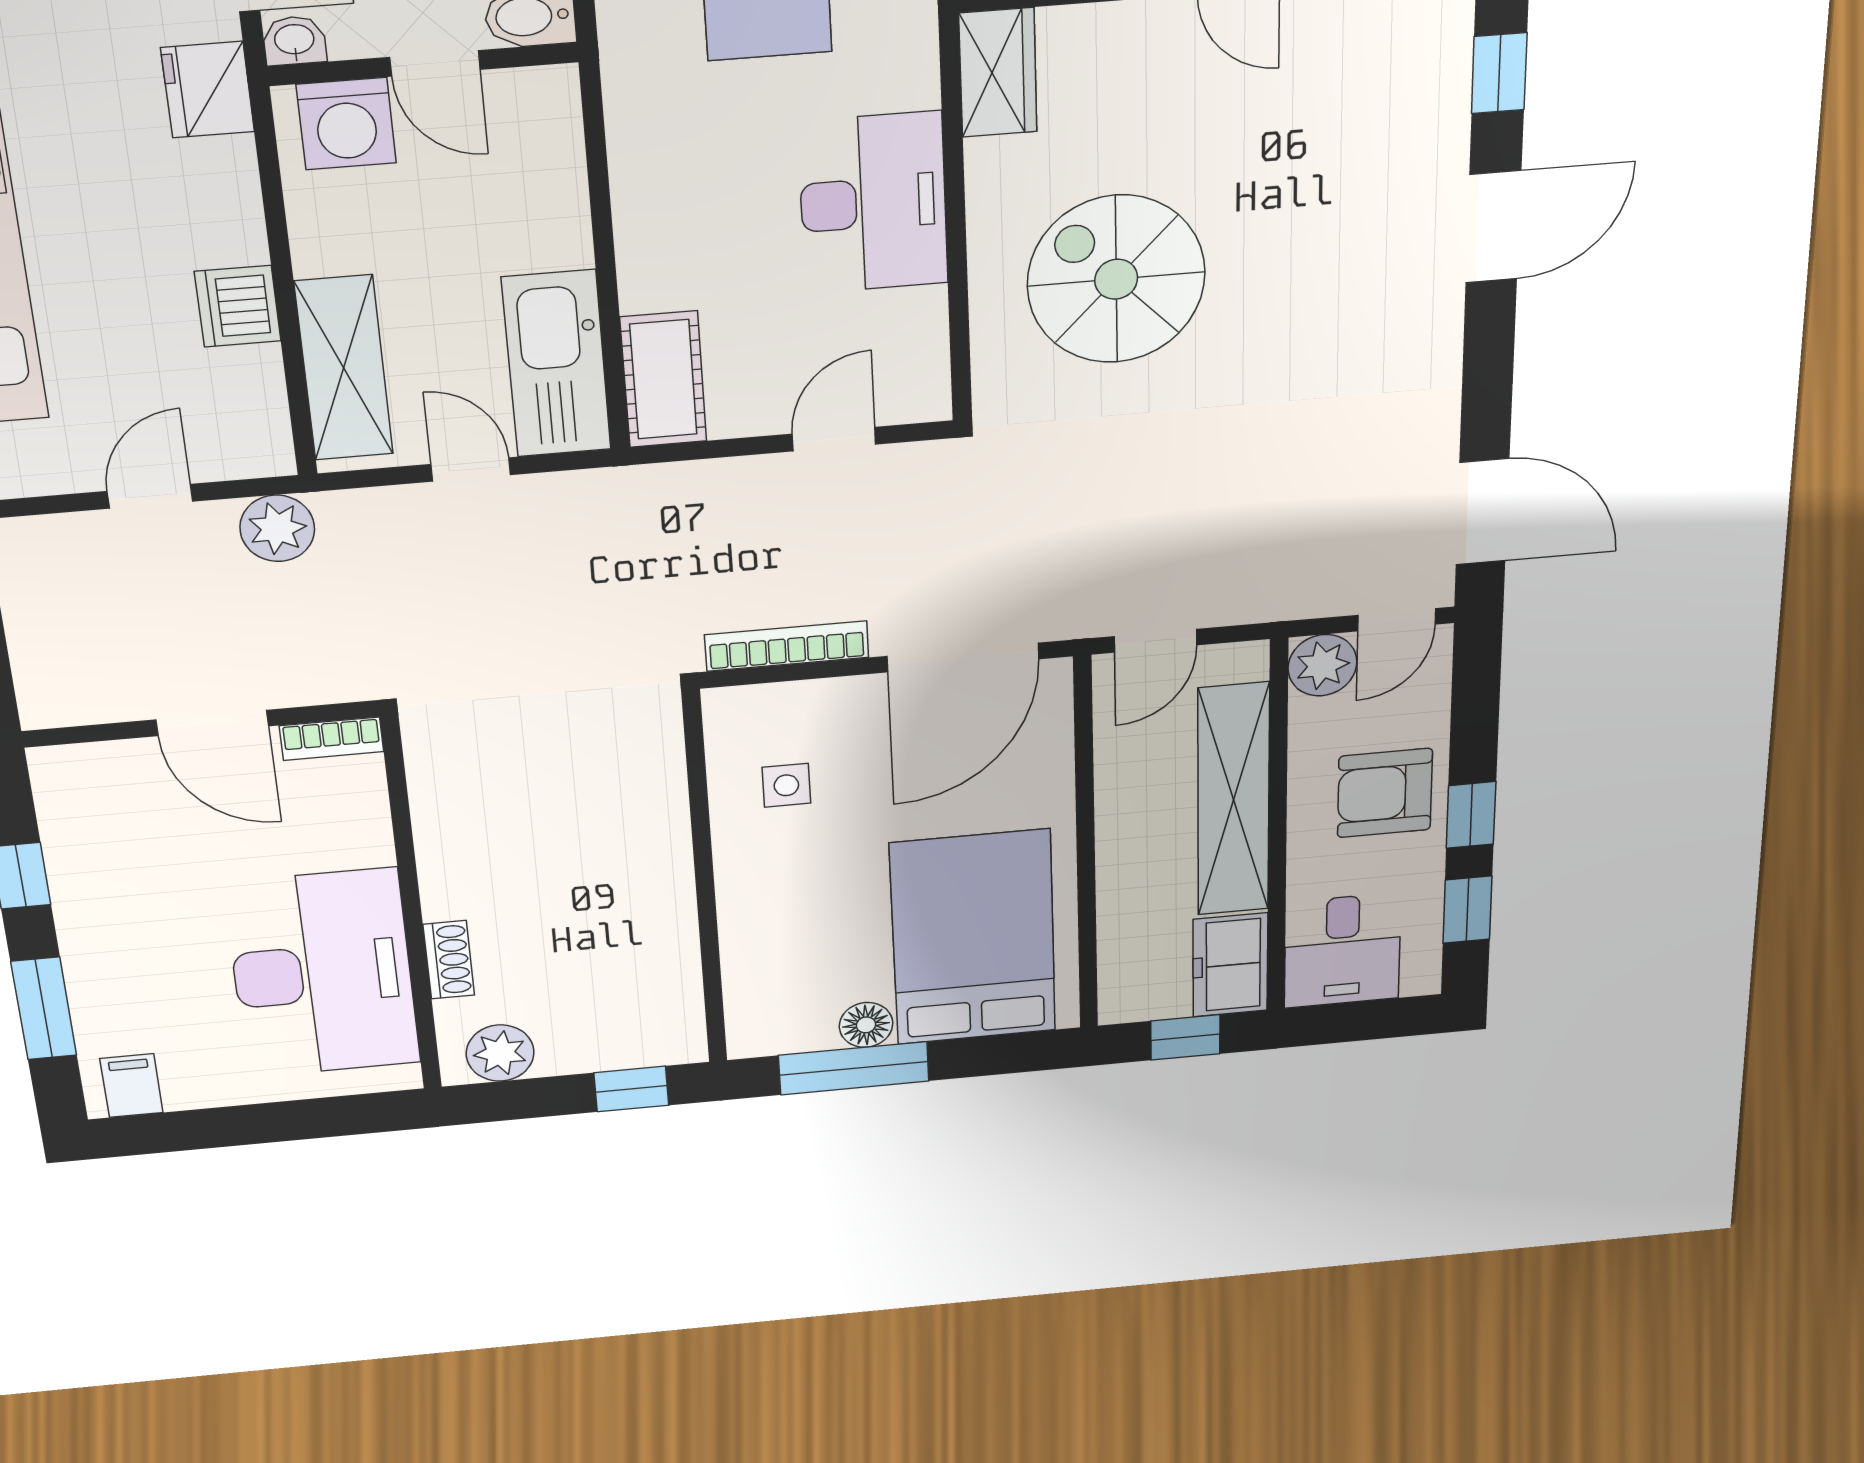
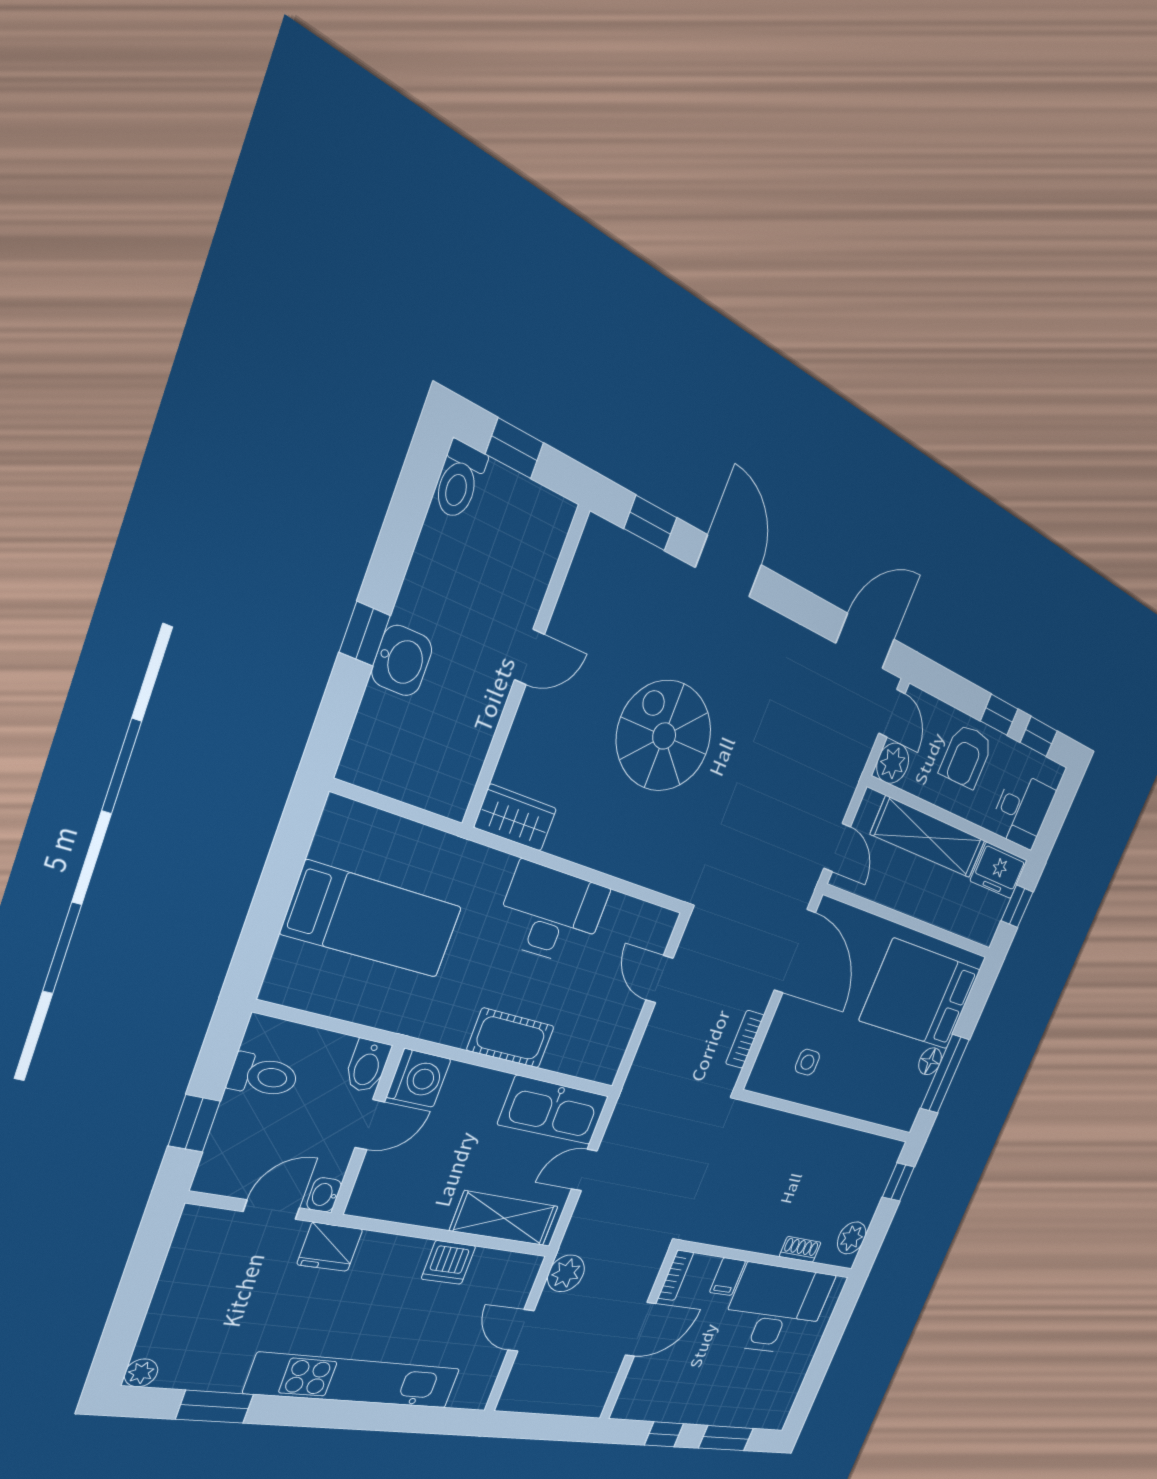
washing machine: (346, 124) -> (419, 1078), moved
spiral stairs: (1116, 279) -> (664, 736), moved, turned 90
cot: (663, 379) -> (511, 1038), moved
bookcase: (787, 646) -> (745, 1039), width x0.64
filing cabinet: (131, 1086) -> (728, 1277), moved, turned -90

